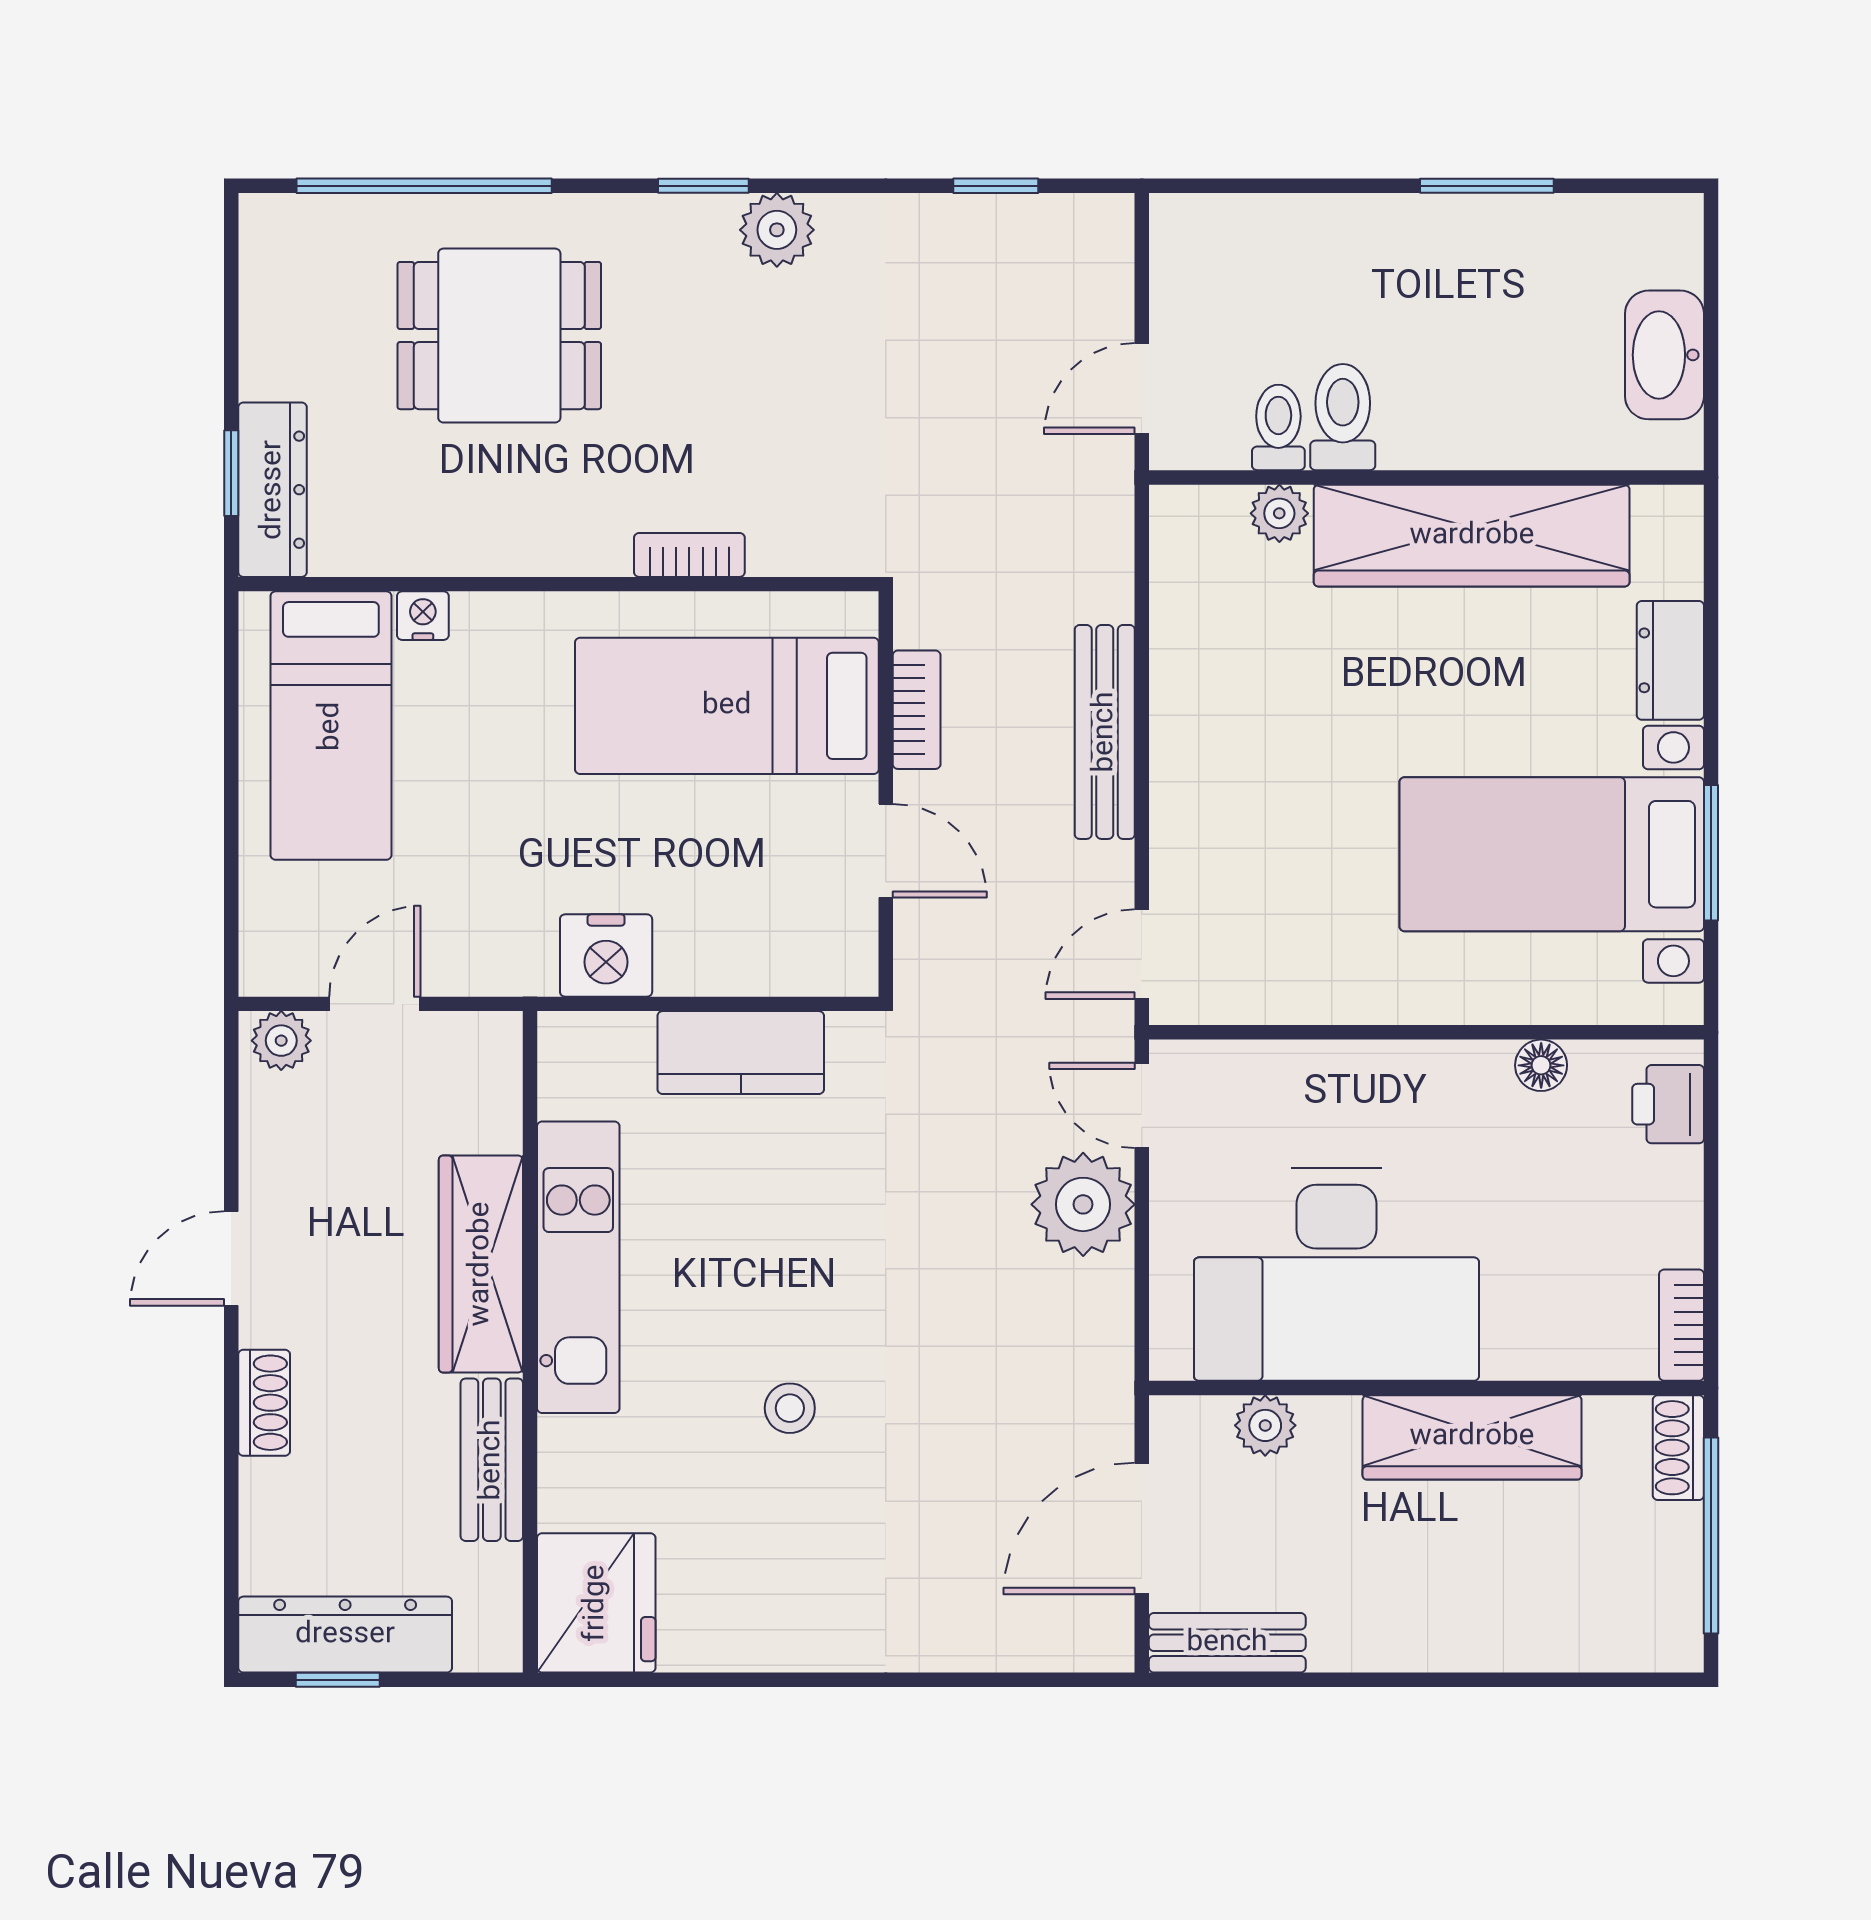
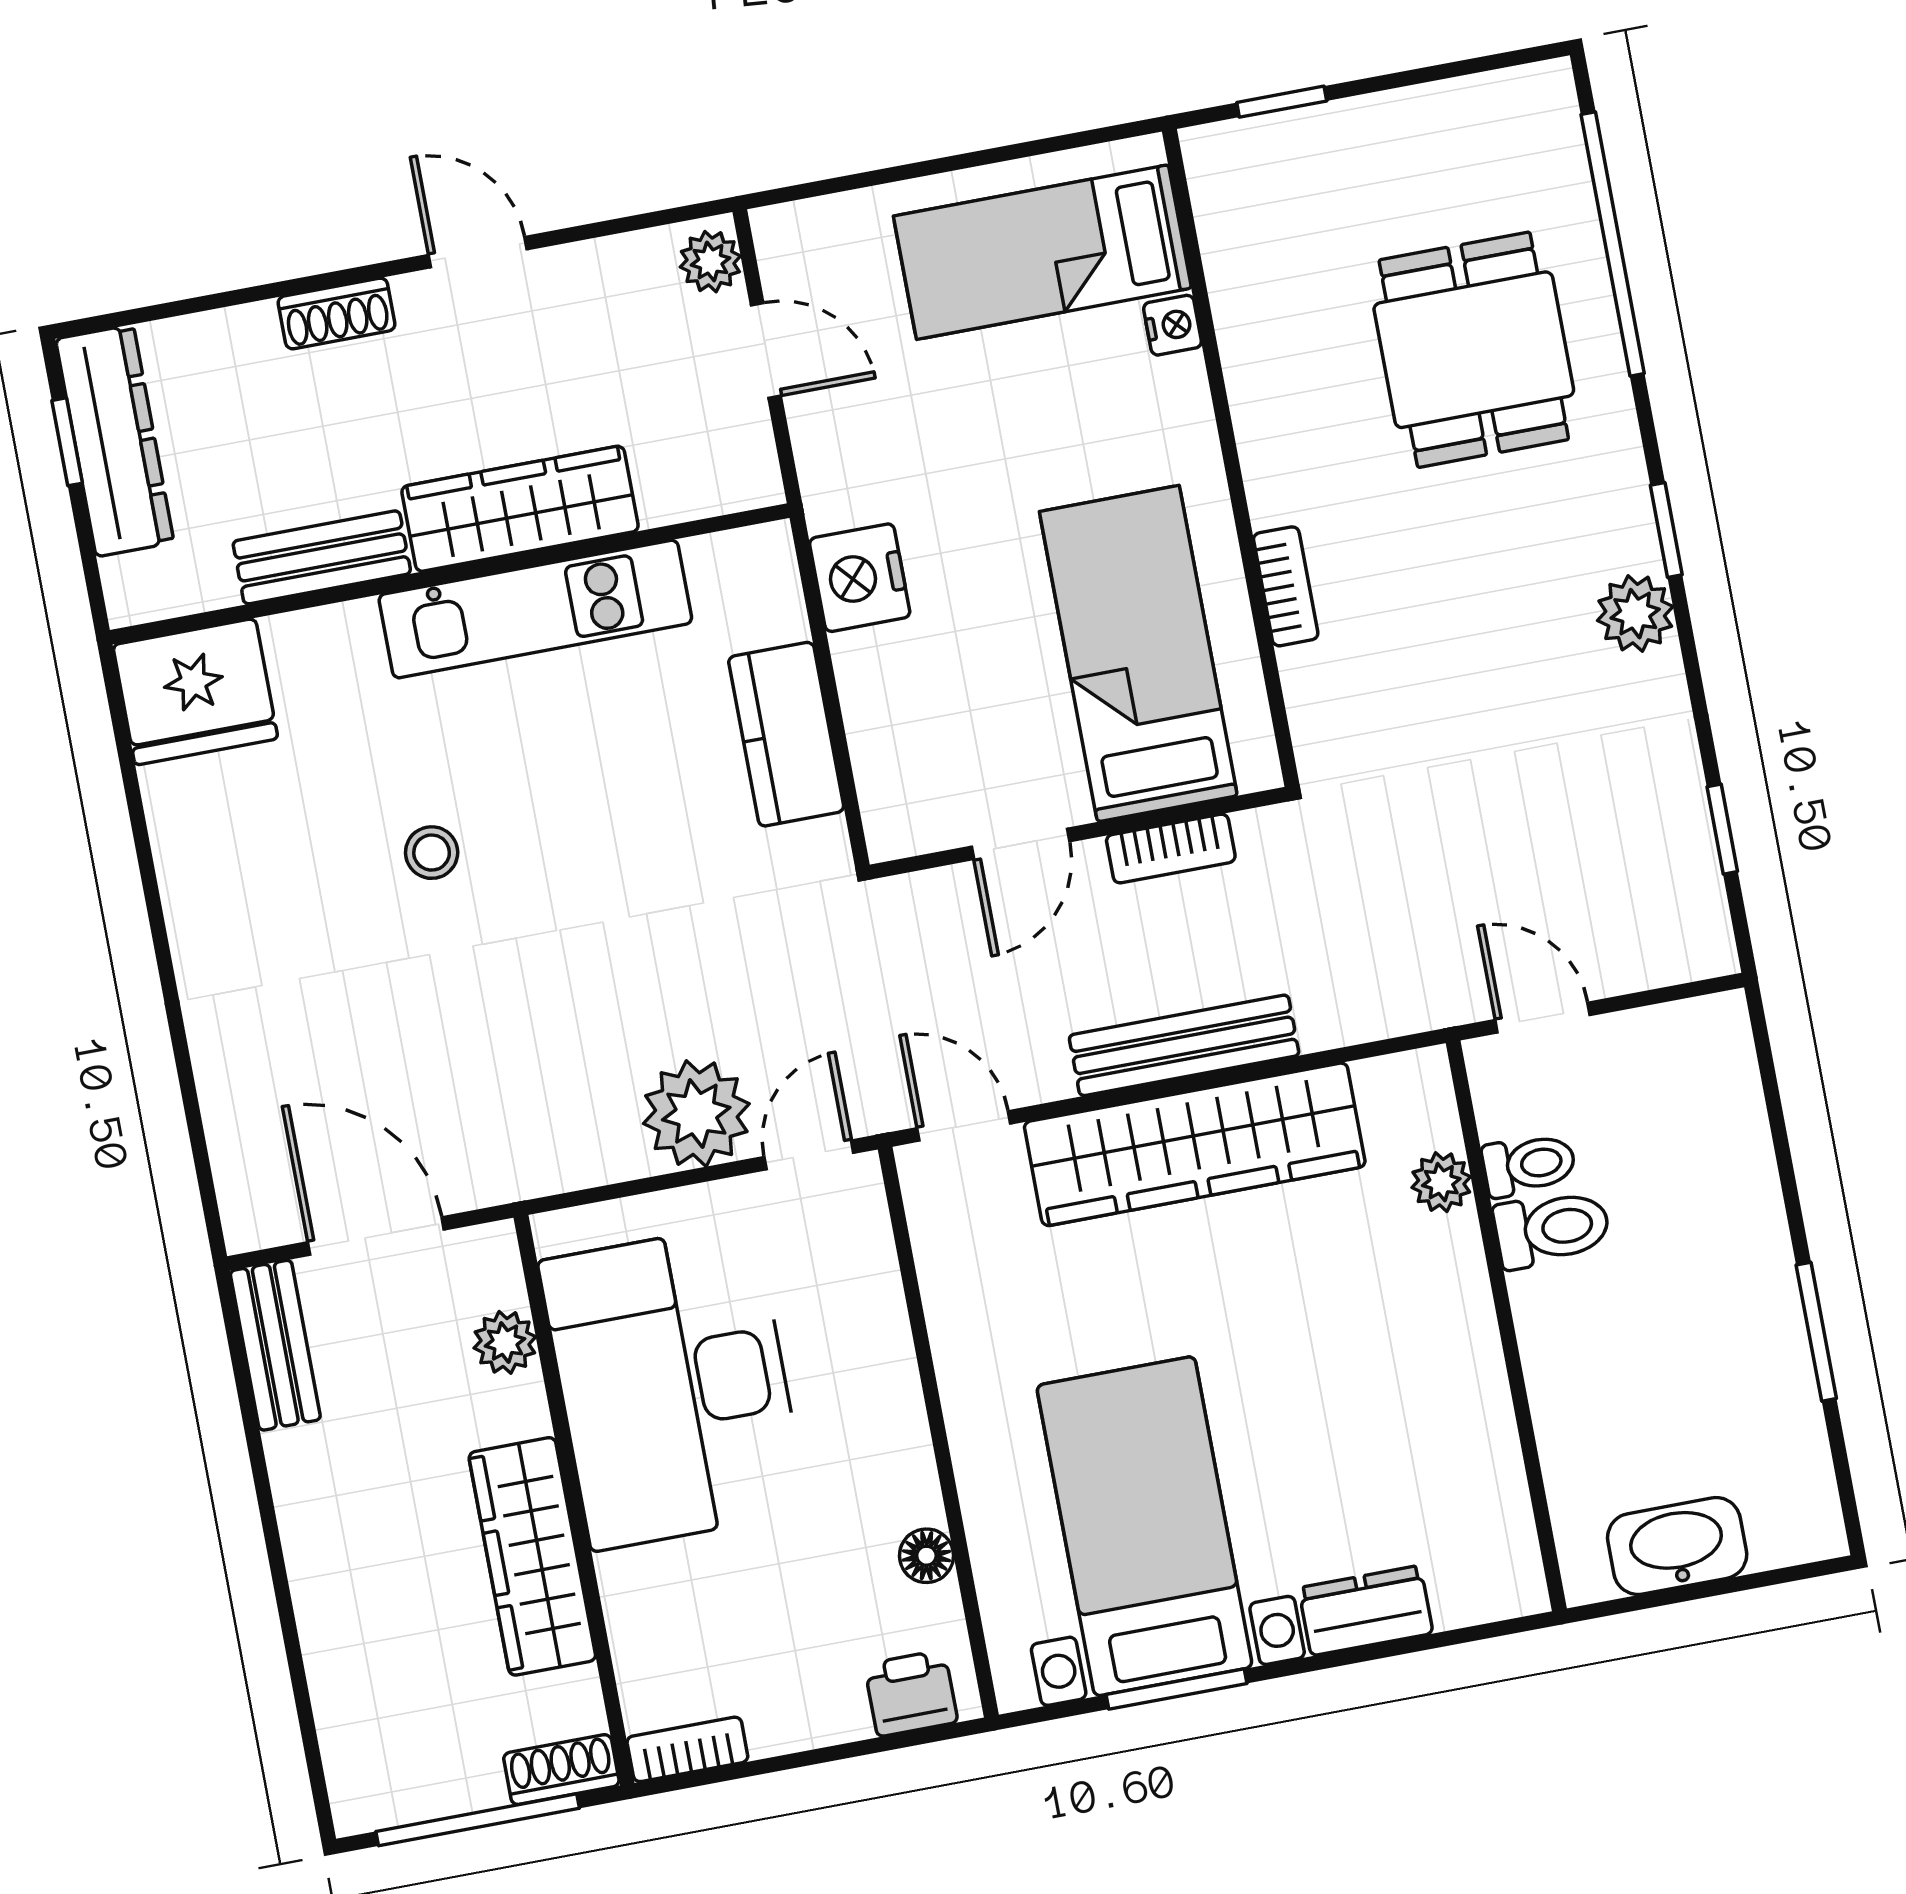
dresser: (273, 490) -> (1273, 147), removed
wardrobe: (1472, 536) -> (1195, 1144), moved, turned -90

